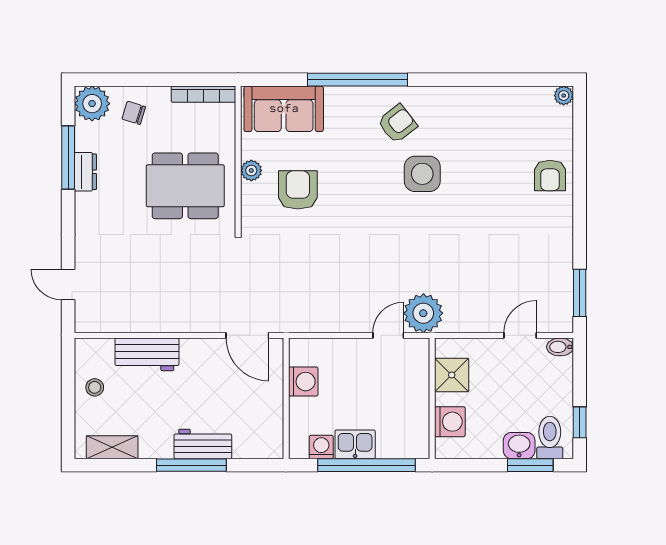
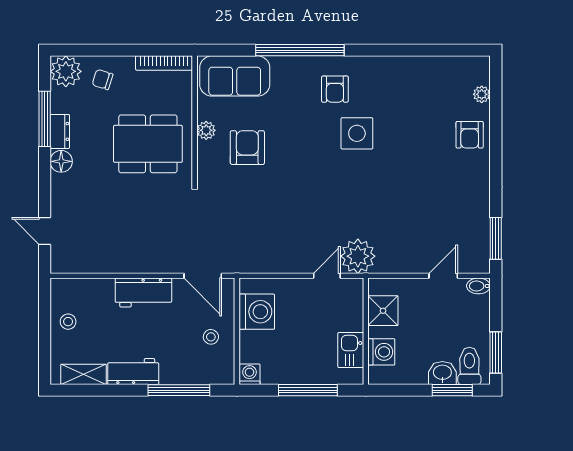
plant: (564, 96) -> (482, 94), moved
armchair: (397, 124) -> (335, 89), turned 128
floor lamp: (87, 206) -> (61, 161), added
workbench: (147, 354) -> (143, 292), moved
washing machine: (303, 382) -> (257, 312), width x1.37, depth x1.37
stool: (257, 405) -> (211, 337), added
window: (580, 422) -> (496, 352), width x1.50
workbench: (203, 444) -> (133, 372), moved
kitchen sink: (355, 444) -> (351, 350), moved, turned -90
washing machine: (321, 447) -> (249, 374), moved
window: (191, 465) -> (179, 390), moved
window: (367, 465) -> (308, 390), width x0.68

